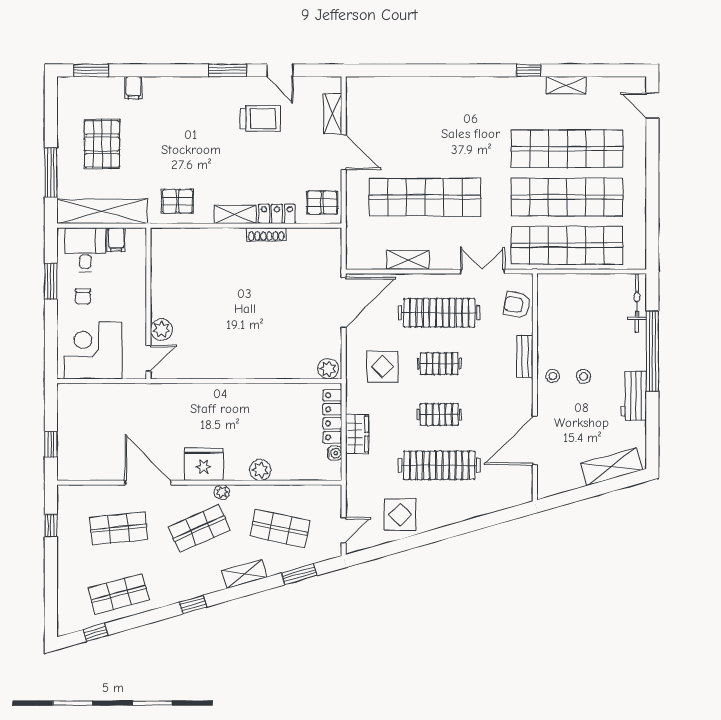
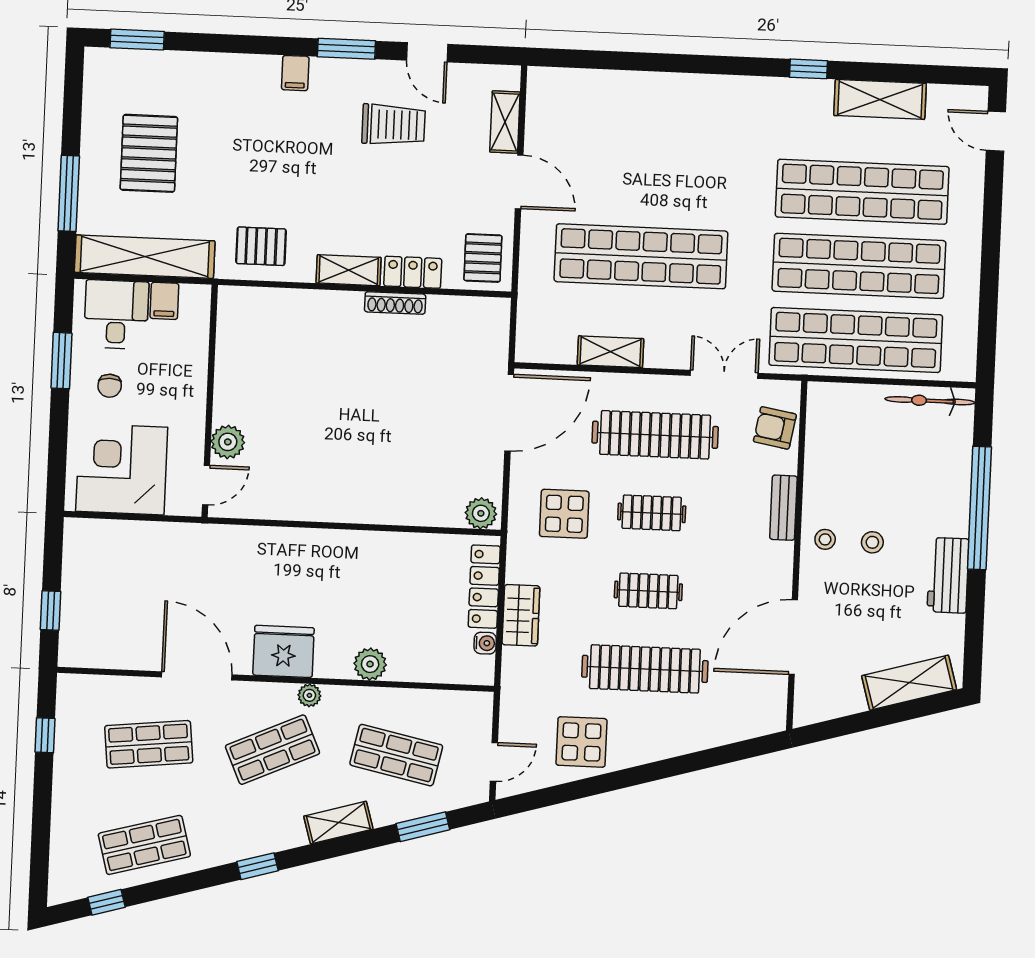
shelving: (566, 85) -> (880, 99), width x1.50, depth x1.33
filing cabinet: (134, 88) -> (295, 73), moved
pallet: (322, 203) -> (483, 258), turned 90
bicycle: (637, 303) -> (930, 401), moved, turned -90

